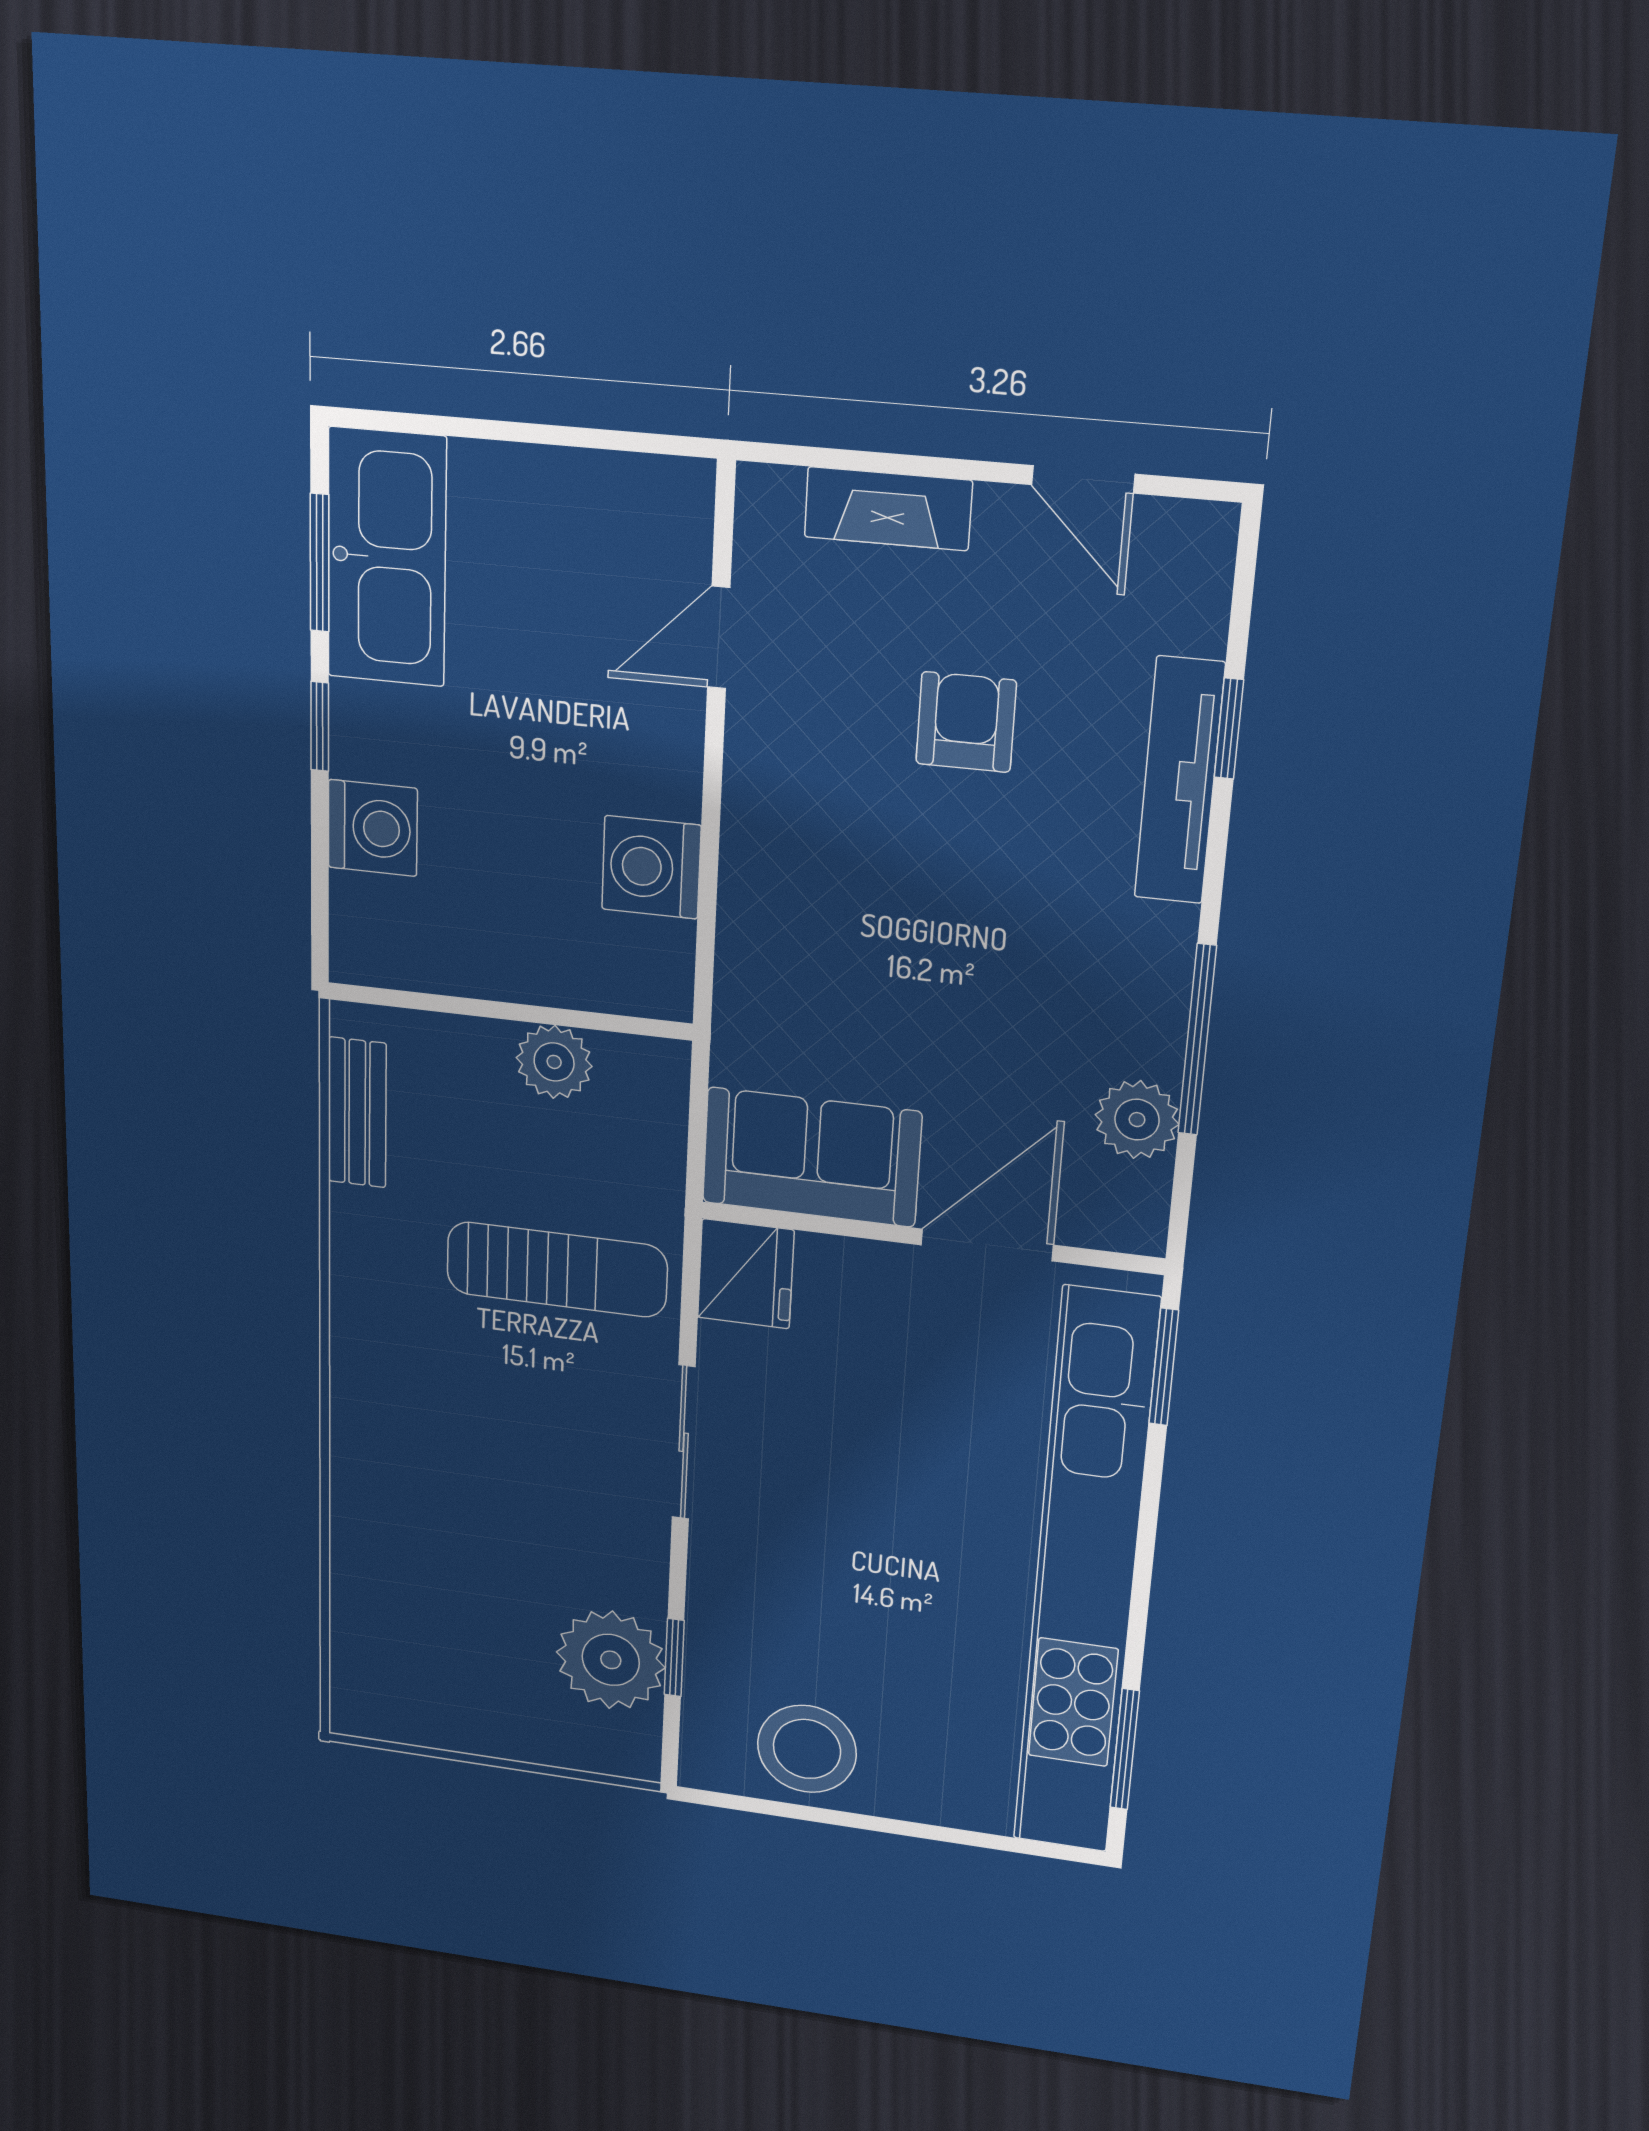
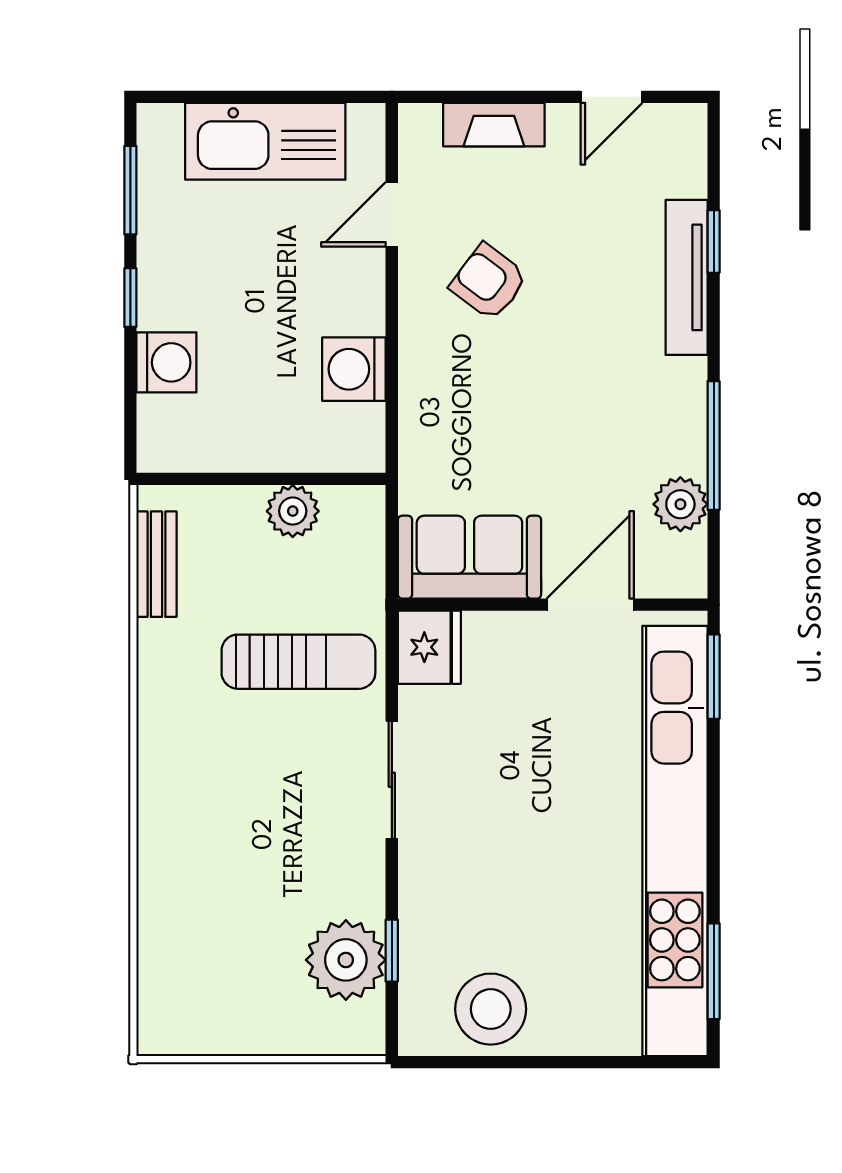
door: (1083, 479) -> (611, 97), hinge flipped
kitchen sink: (387, 558) -> (265, 141), moved, turned 90
armchair: (966, 722) -> (489, 282), moved, turned -53

